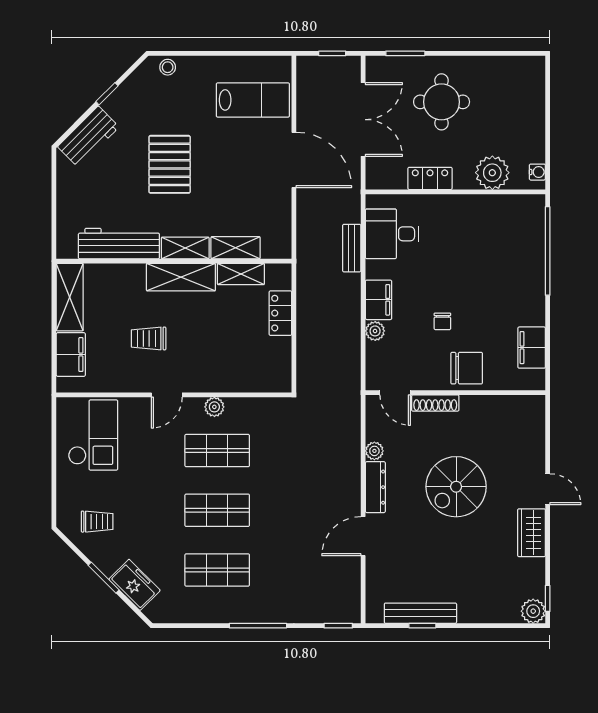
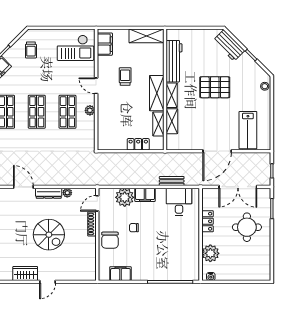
plant: (375, 331) -> (125, 197), width x1.87, depth x1.87
filing cabinet: (71, 355) -> (105, 44), moved, turned -90
spiral stairs: (456, 487) -> (49, 235), turned 180

